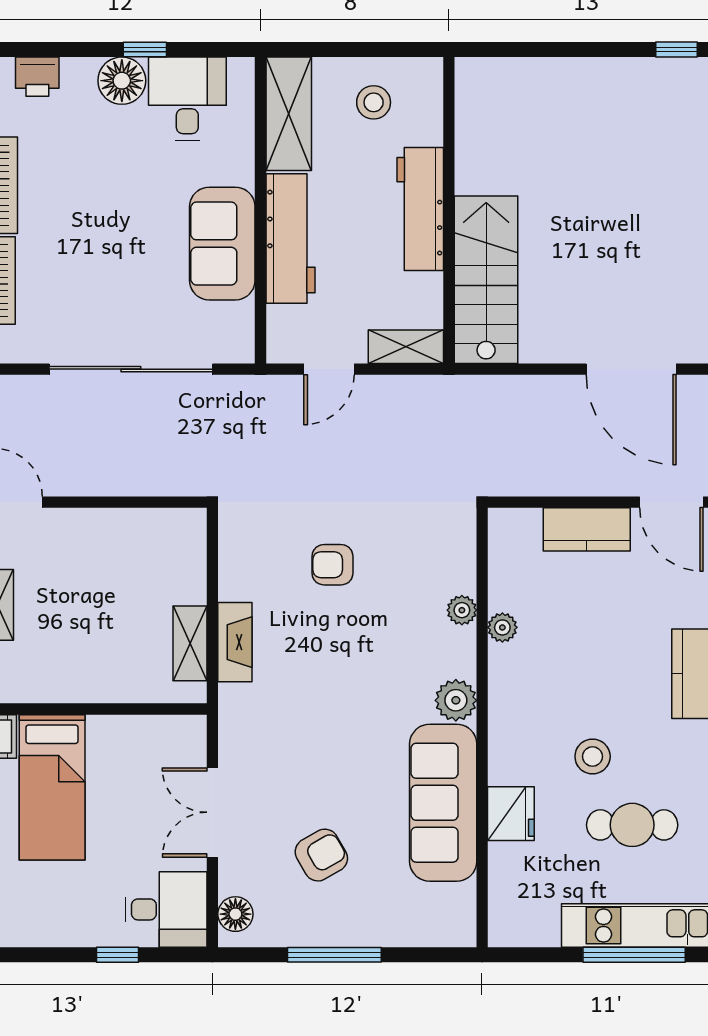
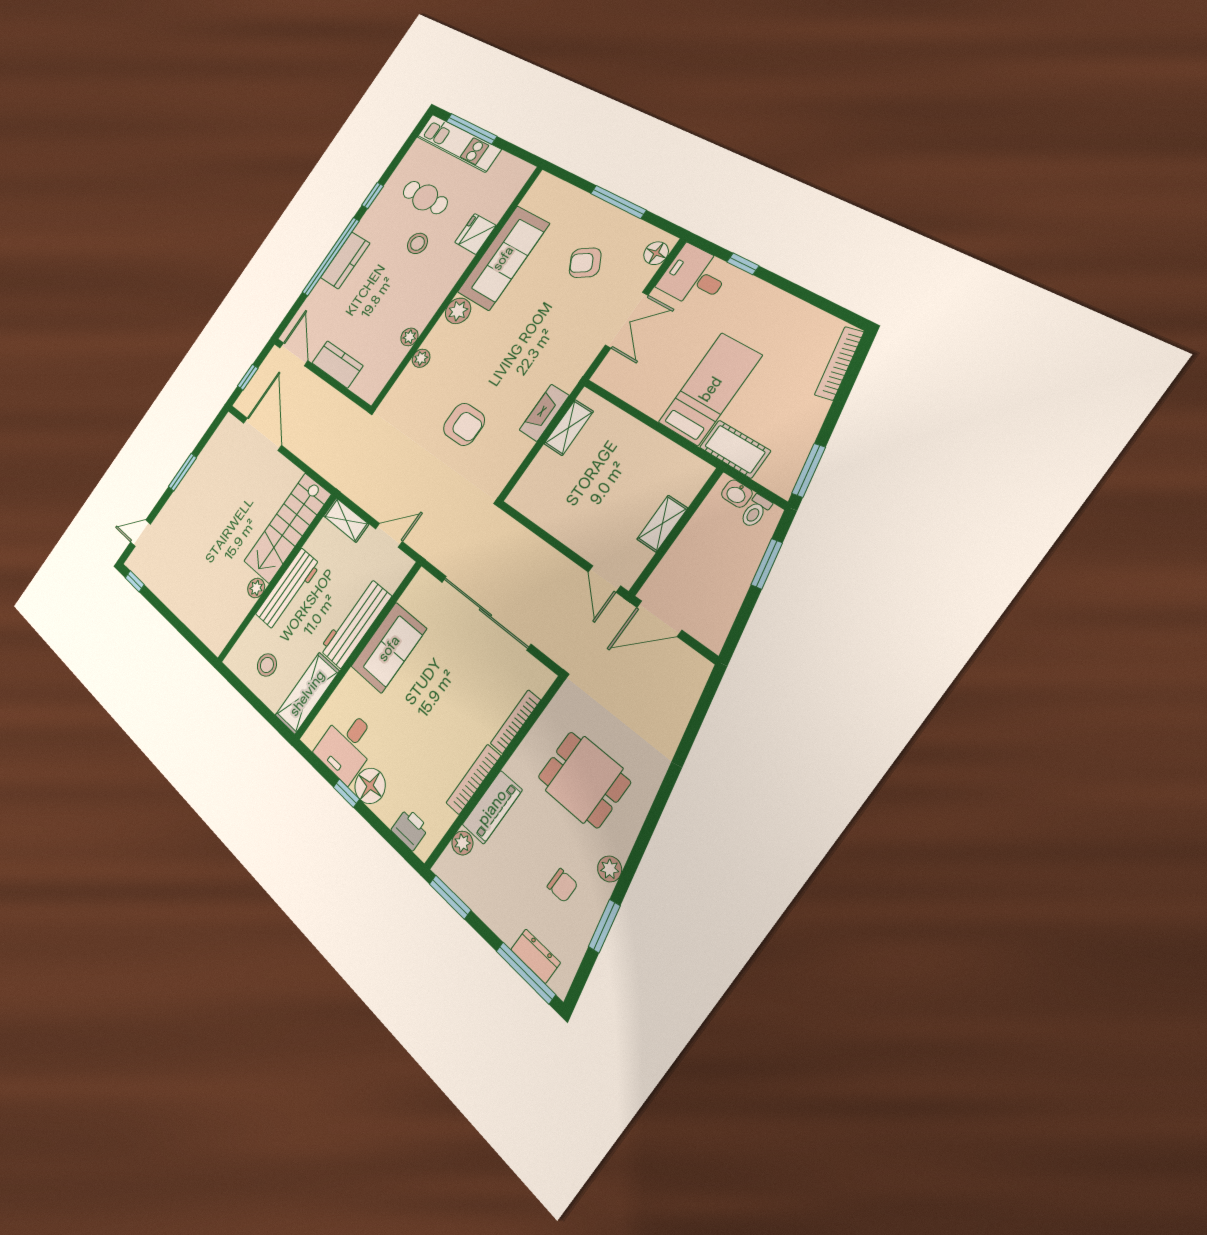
plant: (470, 178) -> (256, 588), added
armchair: (332, 565) -> (464, 424), width x1.38, depth x1.38

